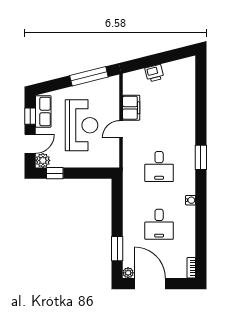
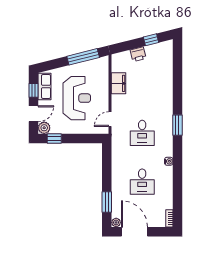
window: (170, 56) -> (151, 40), added
door: (121, 129) -> (110, 119), moved

